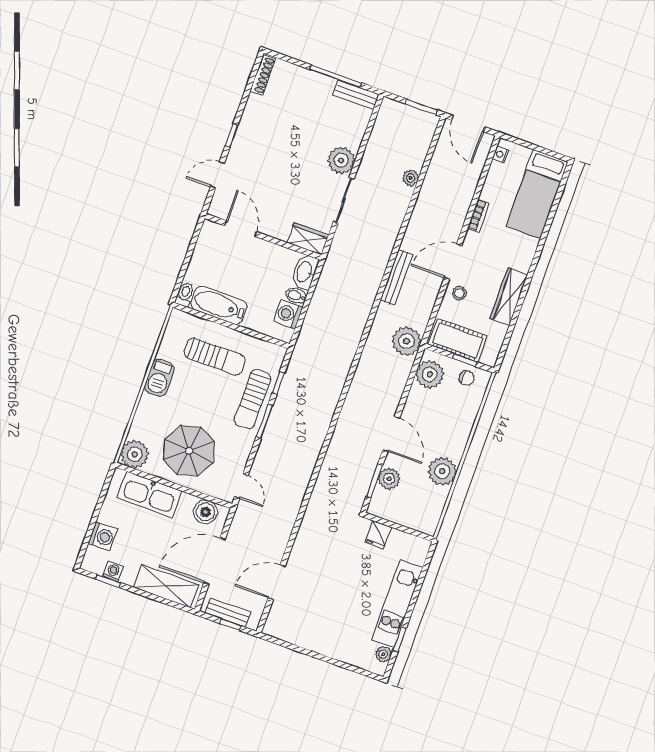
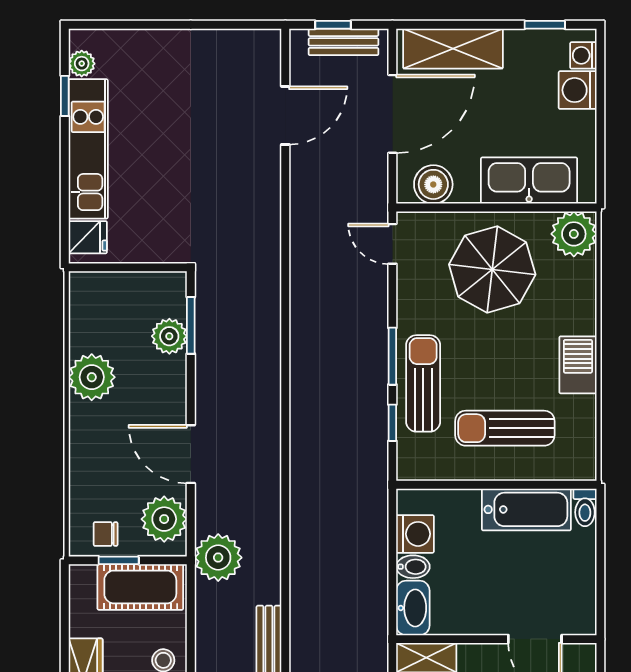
door: (391, 434) -> (191, 454), moved
fridge: (378, 535) -> (88, 237), moved, turned 90
washing machine: (113, 572) -> (583, 55), moved, turned 90

